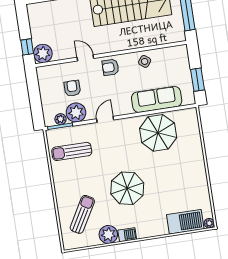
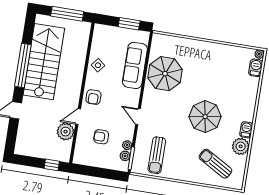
plant: (43, 53) -> (66, 132), moved
plant: (76, 112) -> (127, 145), width x0.53, depth x0.53
barbecue: (185, 222) -> (256, 68), width x0.53, depth x0.65

